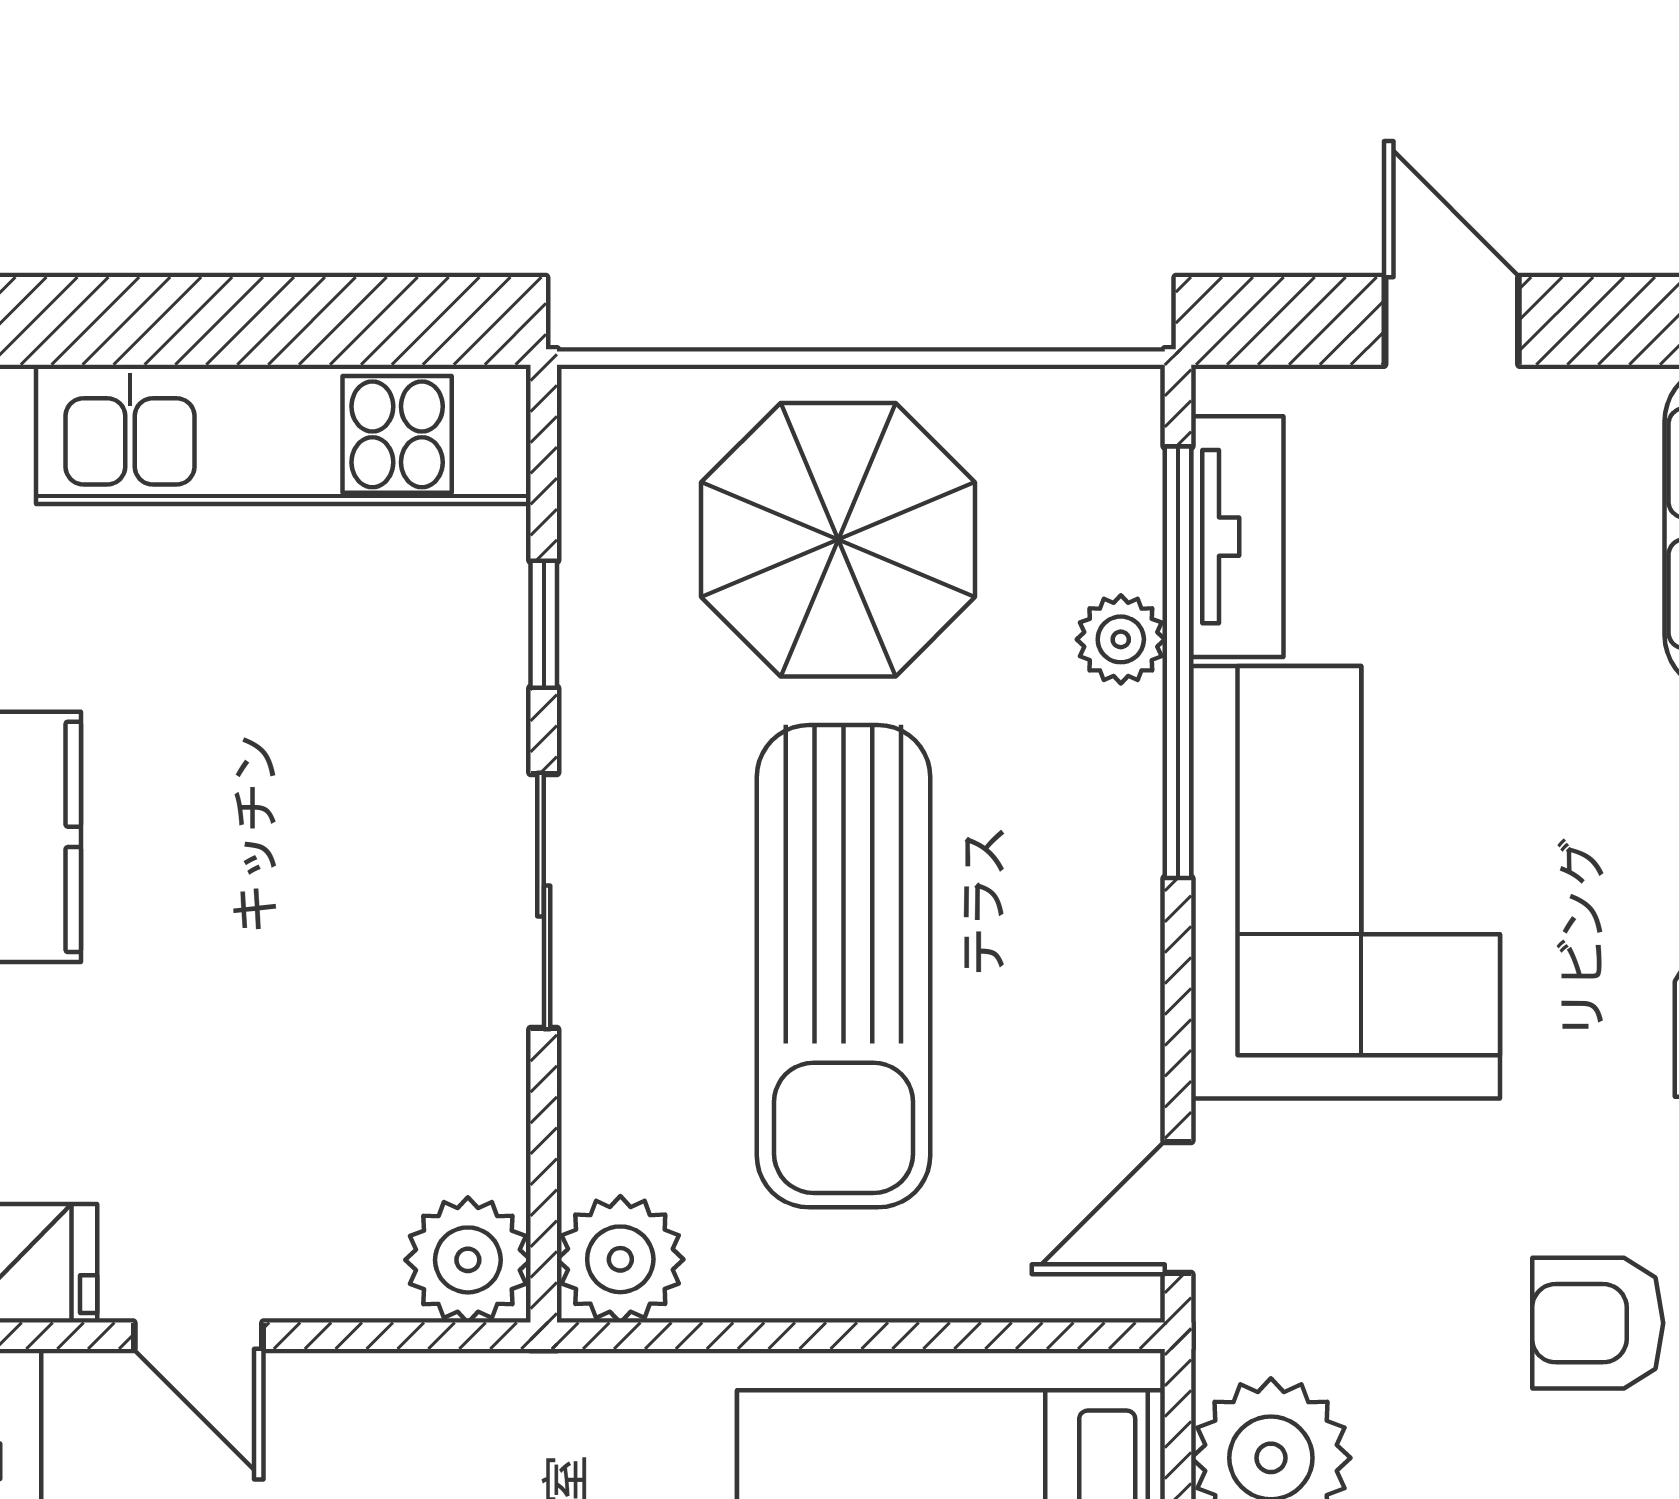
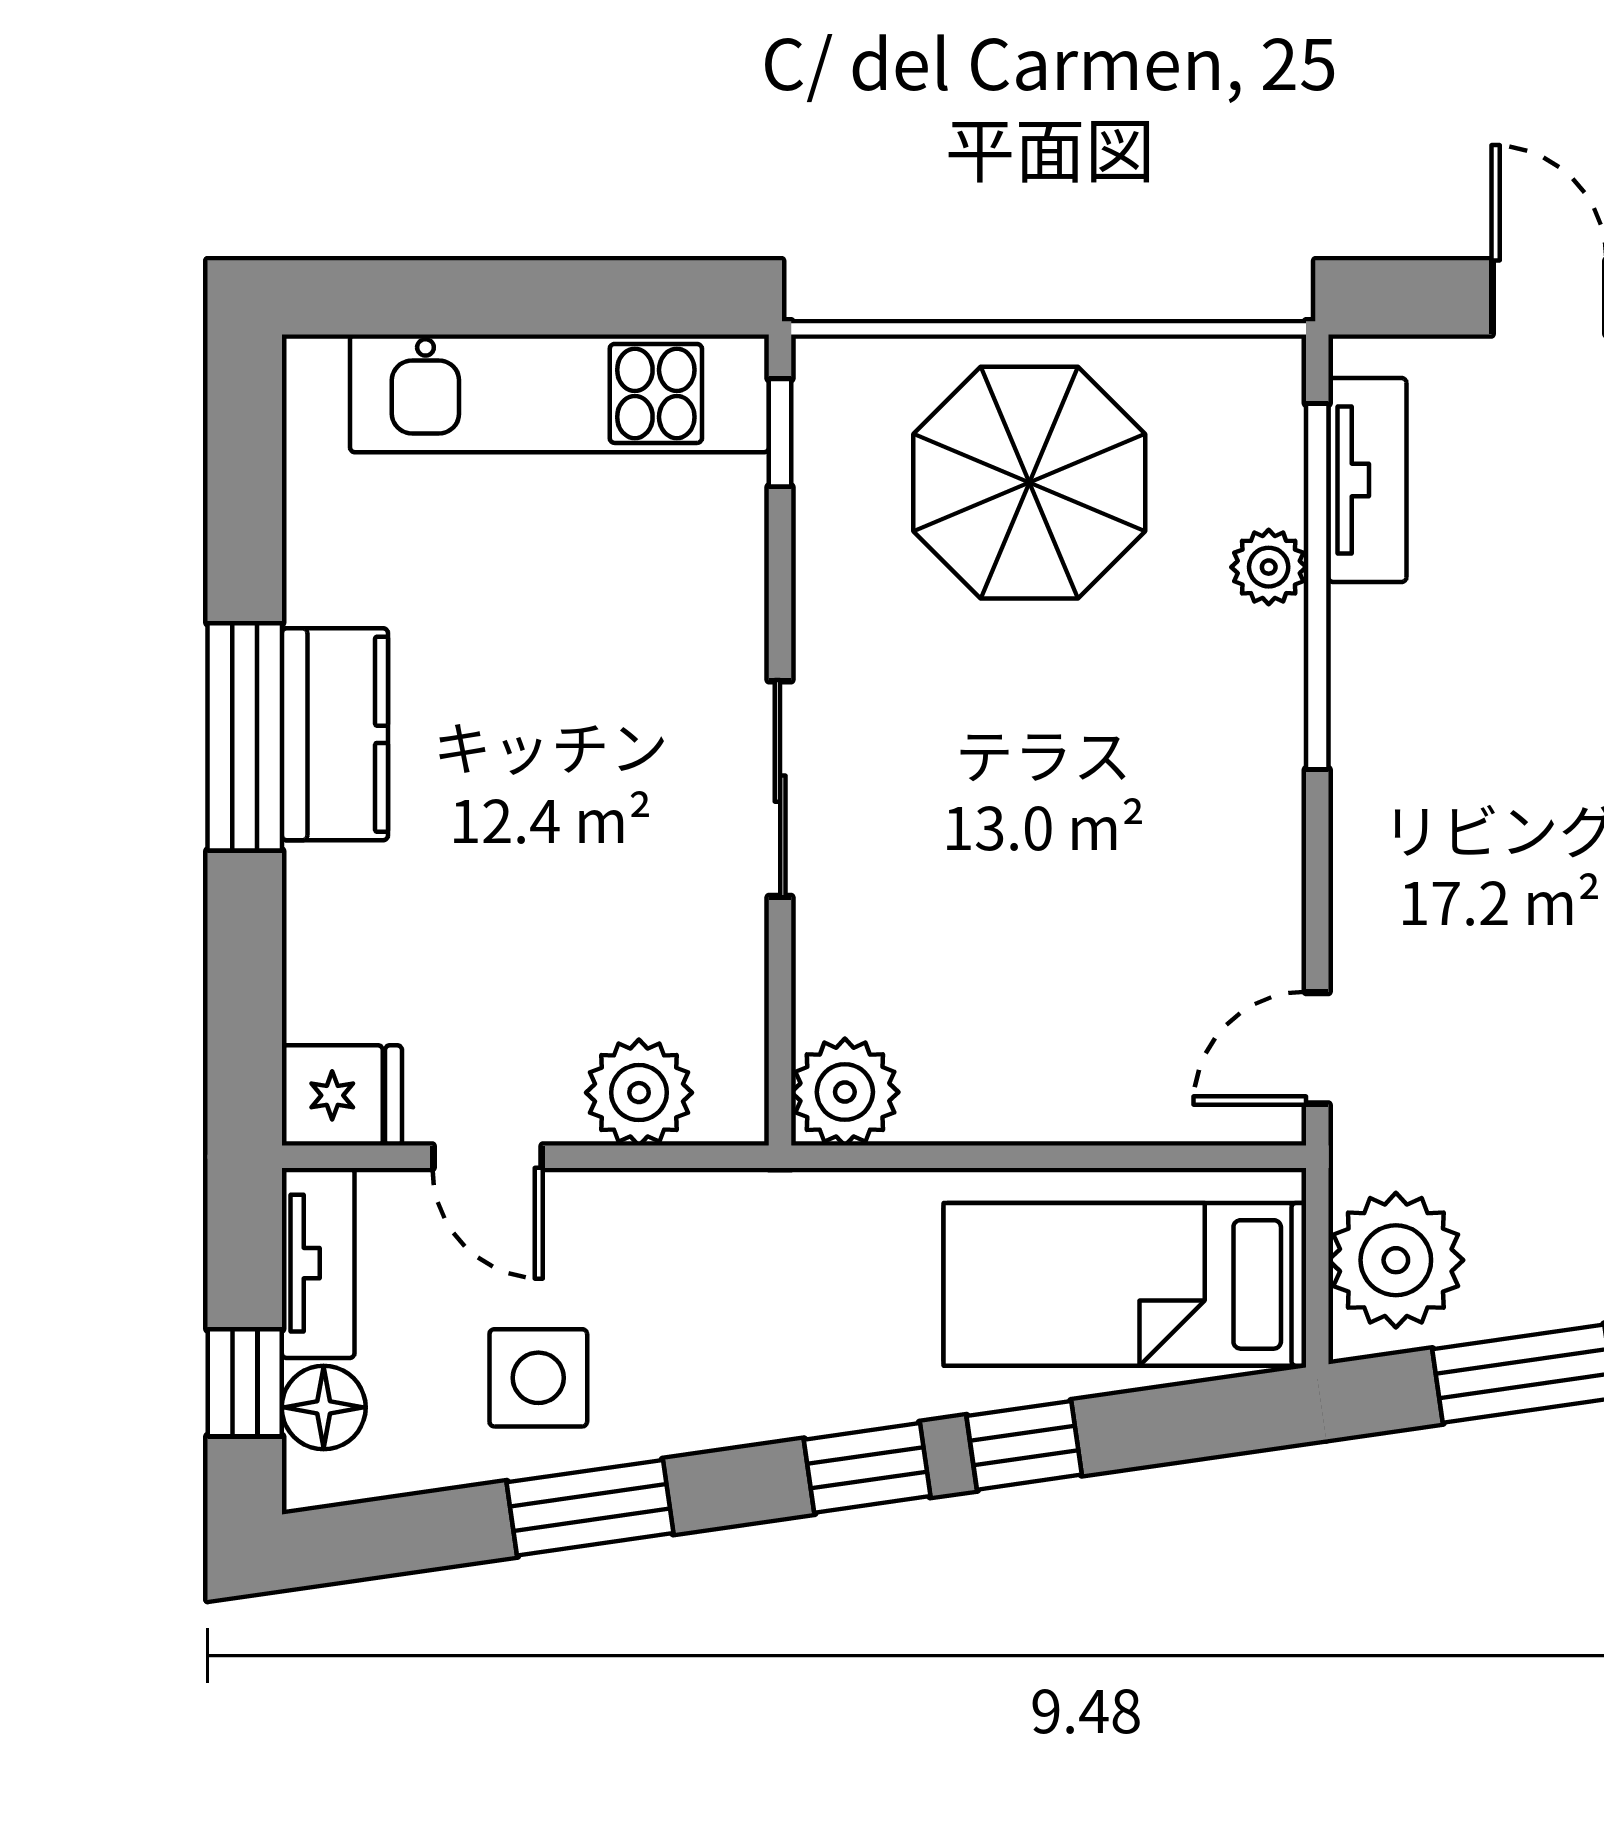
window: (544, 624) -> (780, 433), moved
corner sofa: (1346, 882) -> (1459, 773), removed
sun lounger: (844, 966) -> (1034, 844), removed
plant: (468, 1260) -> (639, 1093), moved

